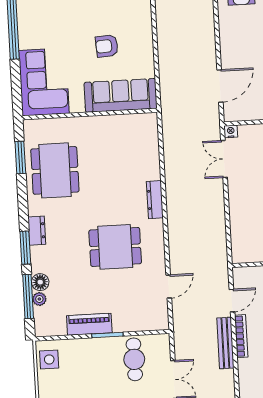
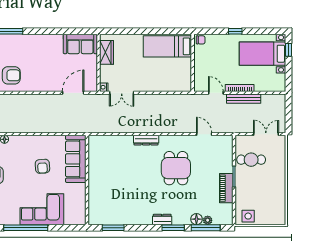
corner sofa: (44, 82) -> (42, 209), moved
door: (220, 86) -> (73, 93), hinge flipped
dining table: (55, 170) -> (123, 205), removed

